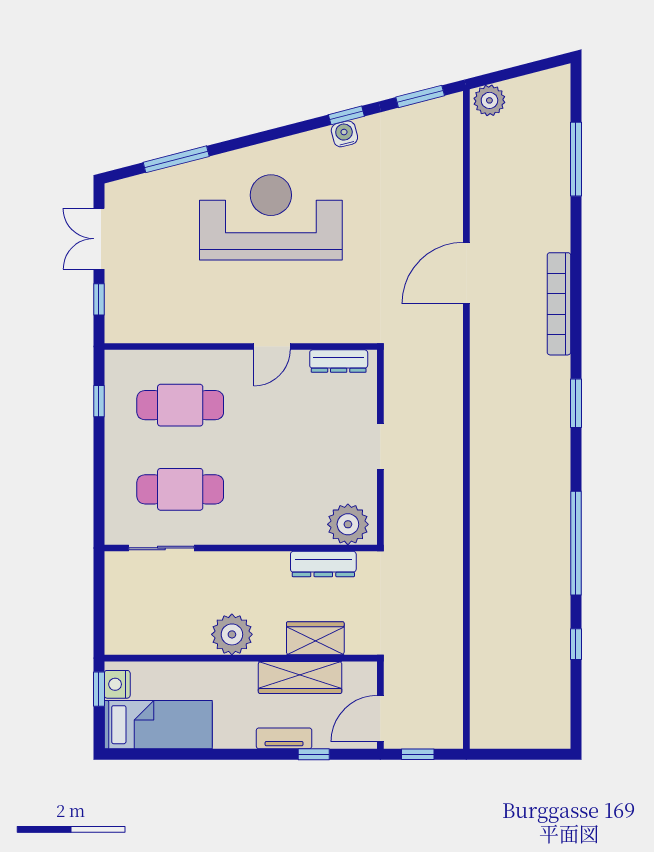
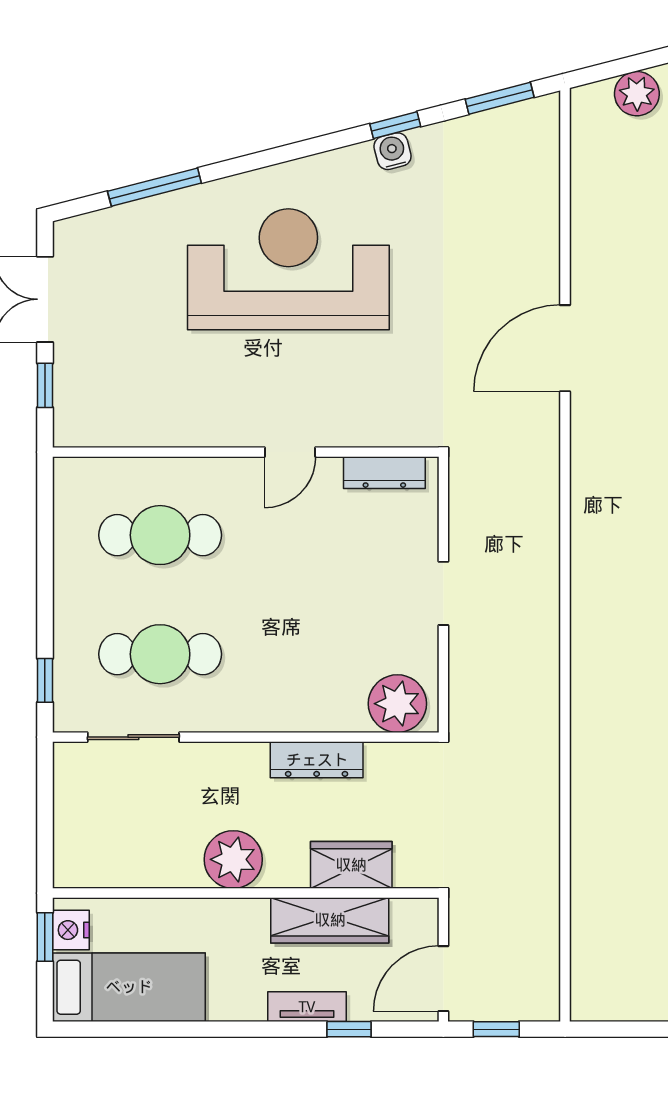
plant: (489, 100) -> (637, 94), moved
window: (99, 401) -> (45, 680), moved
dresser: (323, 564) -> (317, 760), moved

